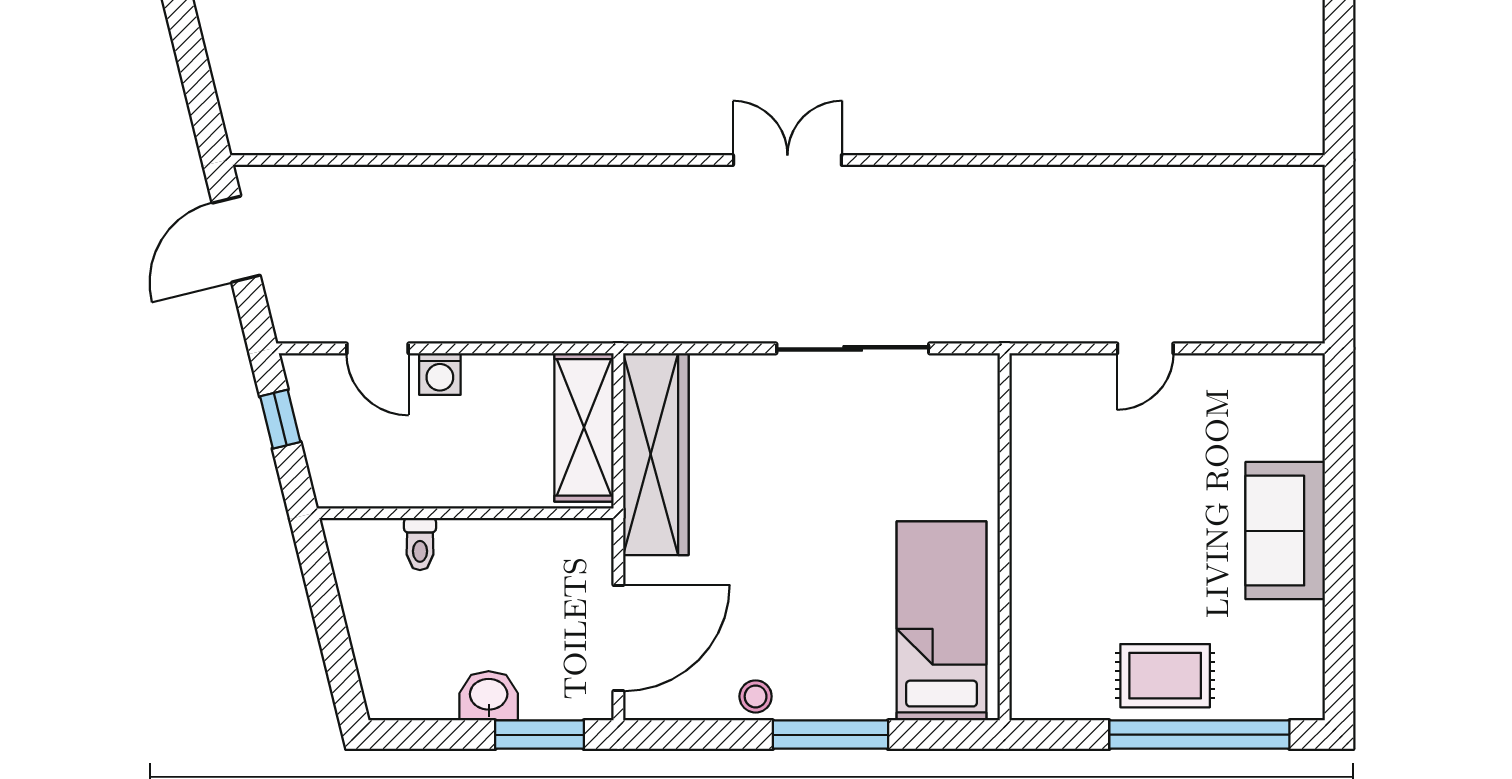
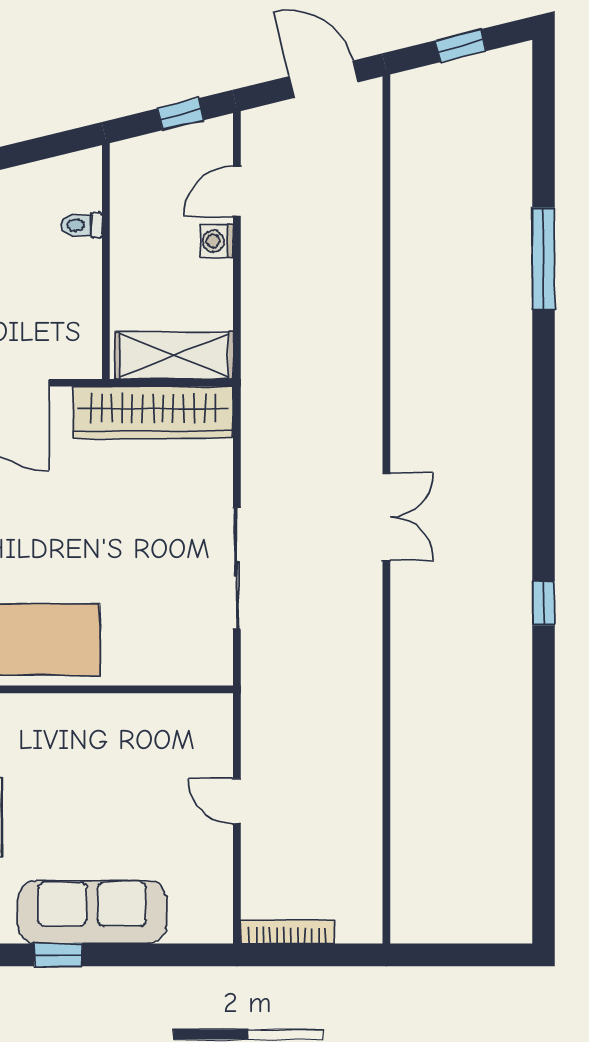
window: (194, 67) -> (461, 46), added
bookcase: (1310, 285) -> (287, 932), added
sofa: (1285, 531) -> (92, 912), width x1.36
window: (1339, 574) -> (58, 955), added

